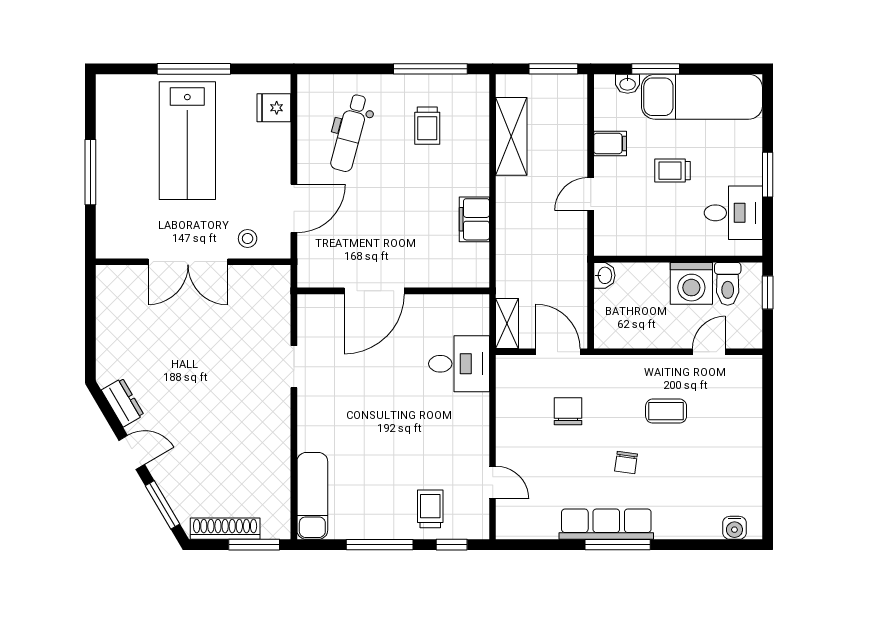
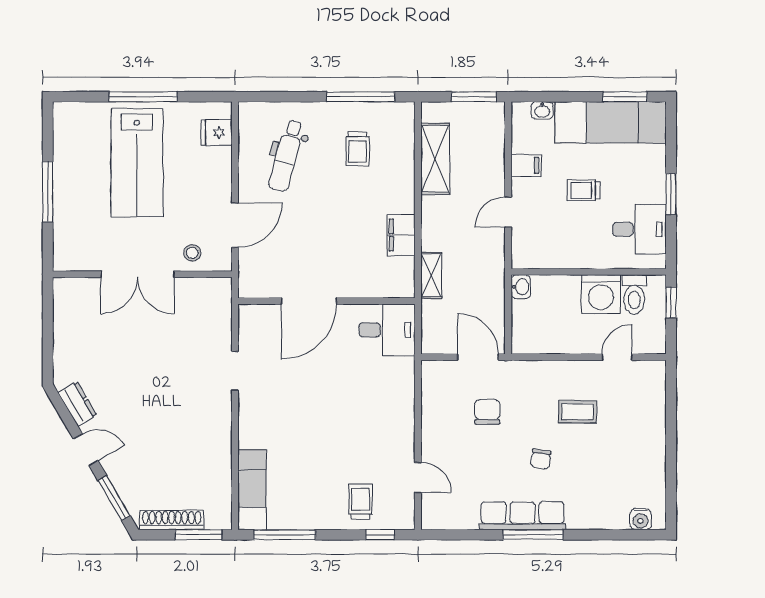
window: (656, 69) -> (625, 97), moved
shelving: (507, 323) -> (431, 275), moved
desk: (459, 364) -> (387, 330), moved
window: (380, 545) -> (285, 535), moved

